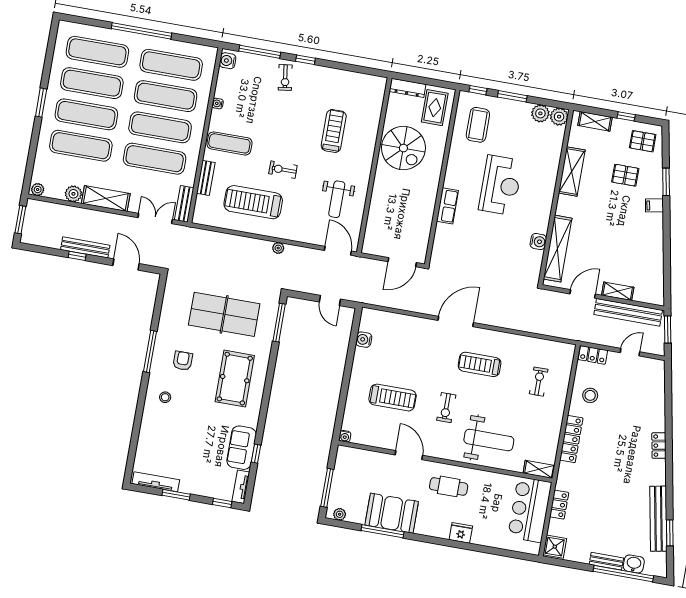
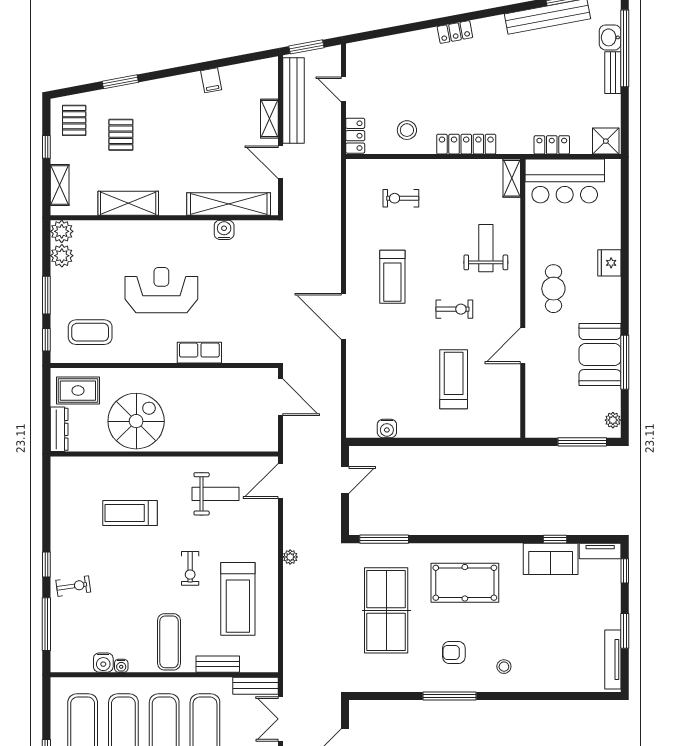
water cooler: (228, 61) -> (103, 663), moved
filing cabinet: (654, 205) -> (211, 80), moved
water cooler: (345, 436) -> (513, 431), removed
weight bench: (489, 440) -> (486, 248), width x0.73, depth x0.75

